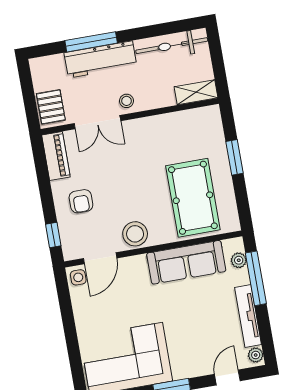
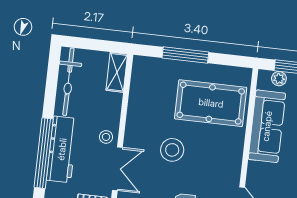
window: (91, 42) -> (44, 153), width x1.46
window: (234, 157) -> (185, 55), width x1.44
stool: (135, 234) -> (172, 150), moved

